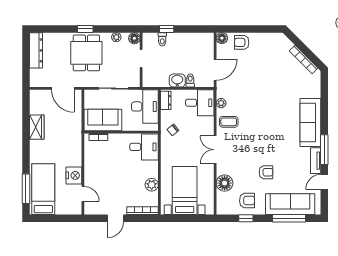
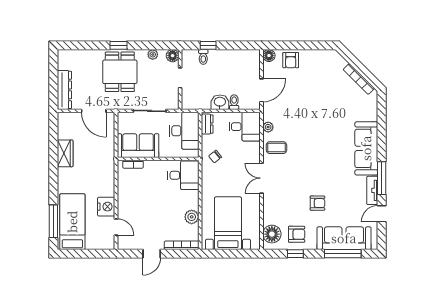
armchair: (242, 42) -> (291, 60), turned -90
dresser: (36, 50) -> (64, 90), moved
floor lamp: (225, 183) -> (272, 234), moved

